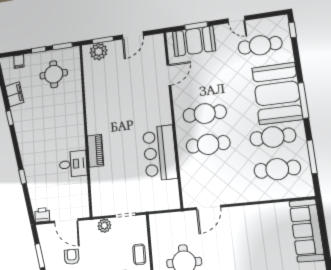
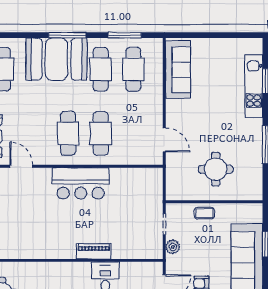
bar counter: (160, 153) -> (81, 183), moved
sofa: (307, 230) -> (178, 70), moved, turned -90

